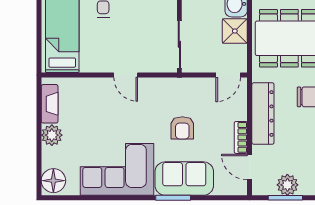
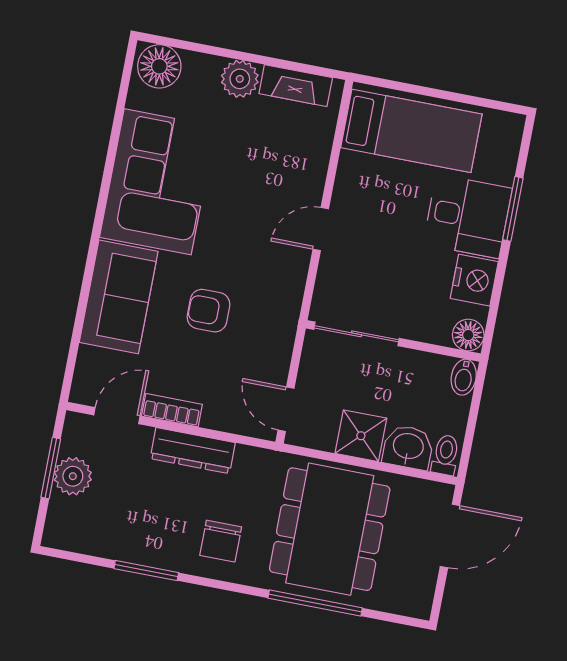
dresser: (263, 113) -> (193, 451), width x0.73, depth x0.80
window: (173, 198) -> (89, 271), removed

